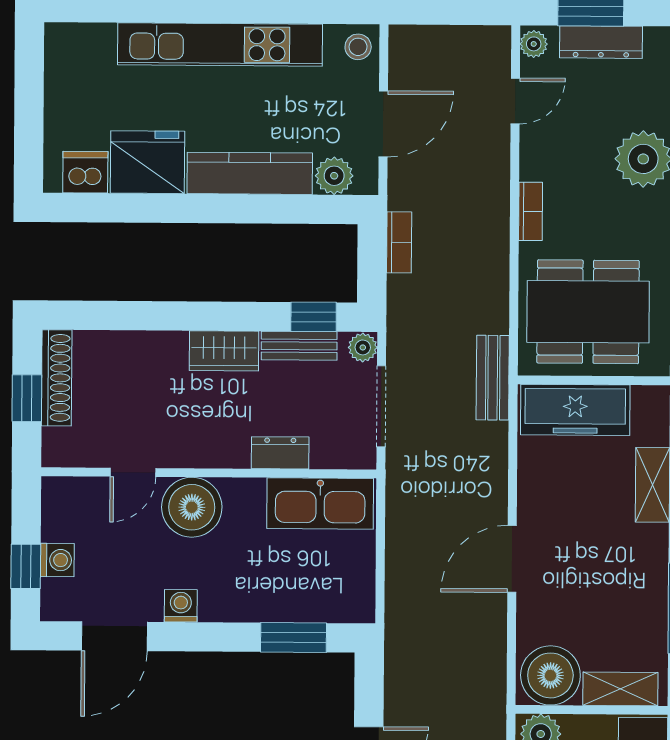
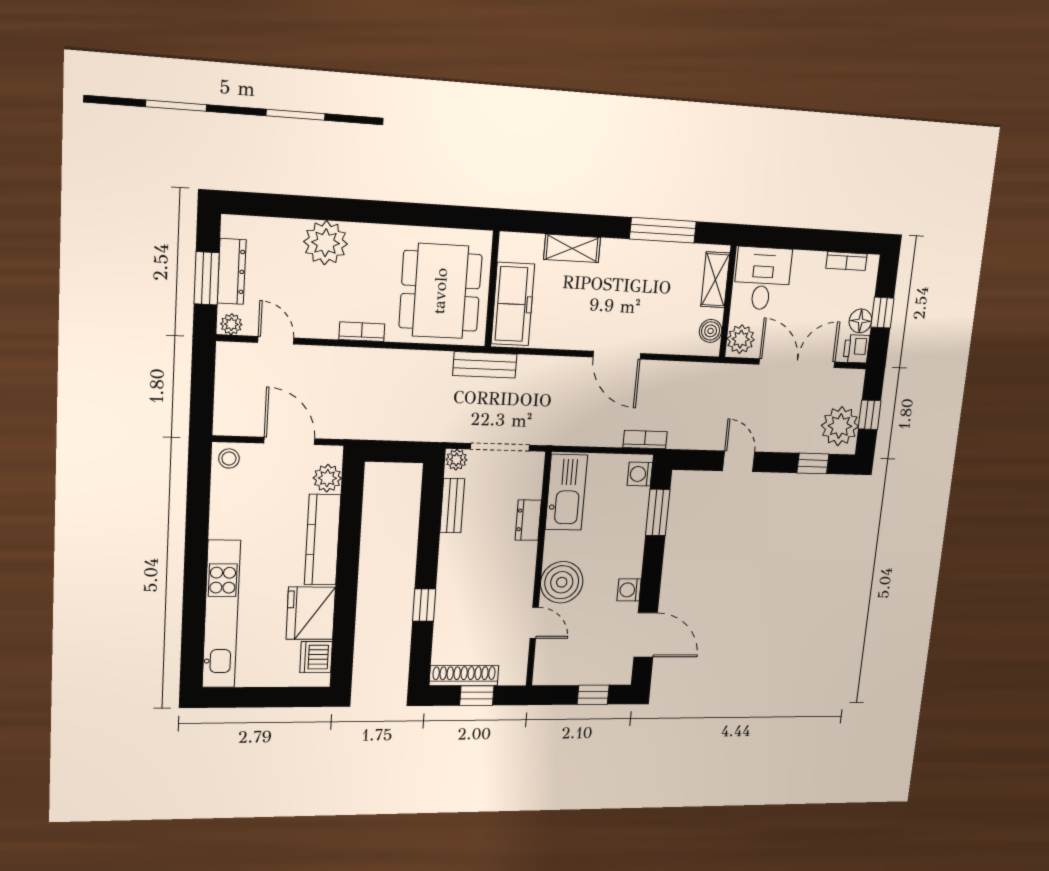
kitchen unit: (220, 44) -> (221, 614), moved
bookcase: (399, 242) -> (645, 440), moved
window: (314, 317) -> (424, 605), moved
wardrobe: (224, 351) -> (452, 559), removed
washing machine: (57, 560) -> (640, 474), moved, turned -90
boiler: (550, 675) -> (711, 331), width x0.54, depth x0.54

